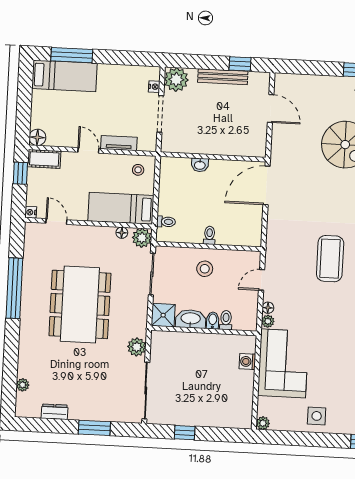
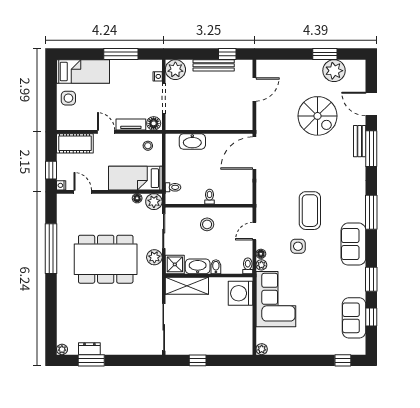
window: (72, 55) -> (121, 54), moved
side table: (45, 107) -> (68, 98), added
door: (271, 108) -> (254, 89), hinge flipped
floor lamp: (37, 137) -> (154, 123), moved
cot: (44, 159) -> (75, 143), width x1.37, depth x1.34
washbasin: (200, 165) -> (192, 141), width x1.91, depth x1.45
window: (20, 173) -> (51, 170), moved
dining table: (80, 304) -> (106, 259), turned 90
toilet: (226, 320) -> (248, 266), moved
shelving: (176, 342) -> (187, 286), added
plant: (137, 347) -> (154, 257), moved
washing machine: (247, 362) -> (240, 293), width x1.89, depth x1.89
plant: (23, 385) -> (62, 349), moved
side table: (317, 416) -> (298, 246), moved
window: (94, 428) -> (91, 360), moved

